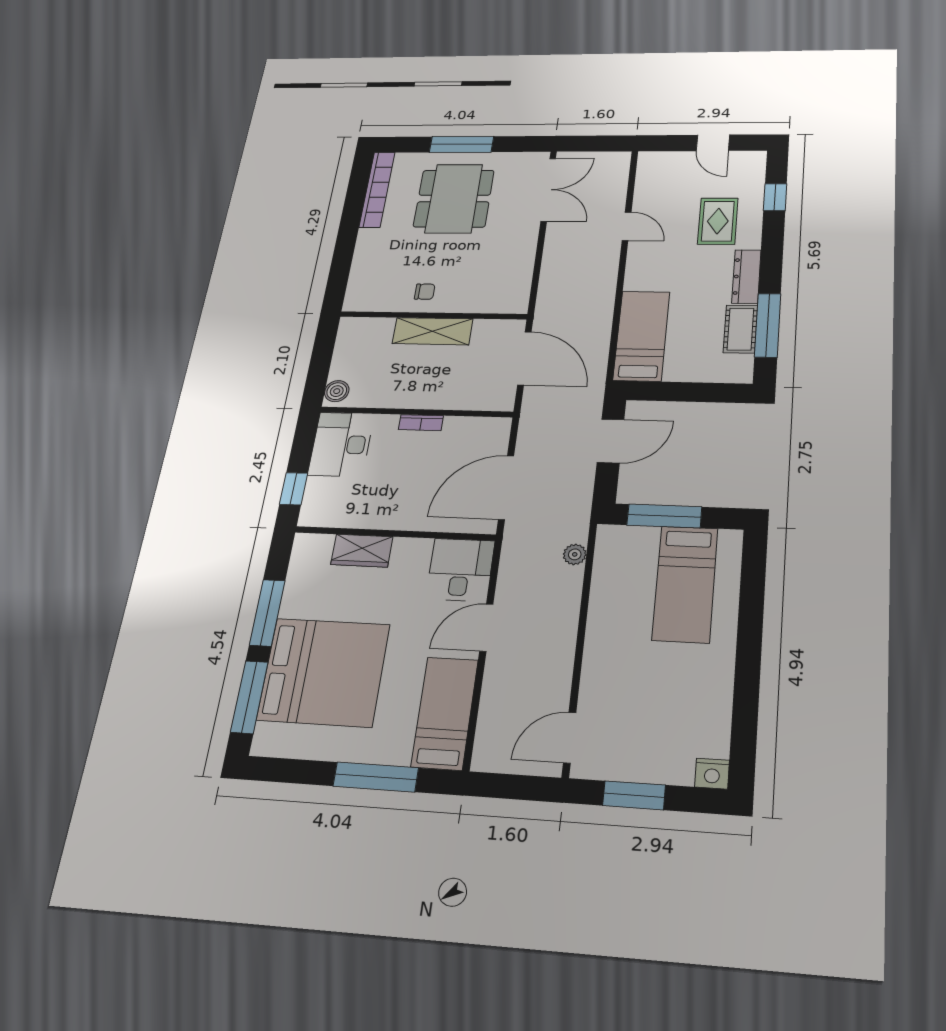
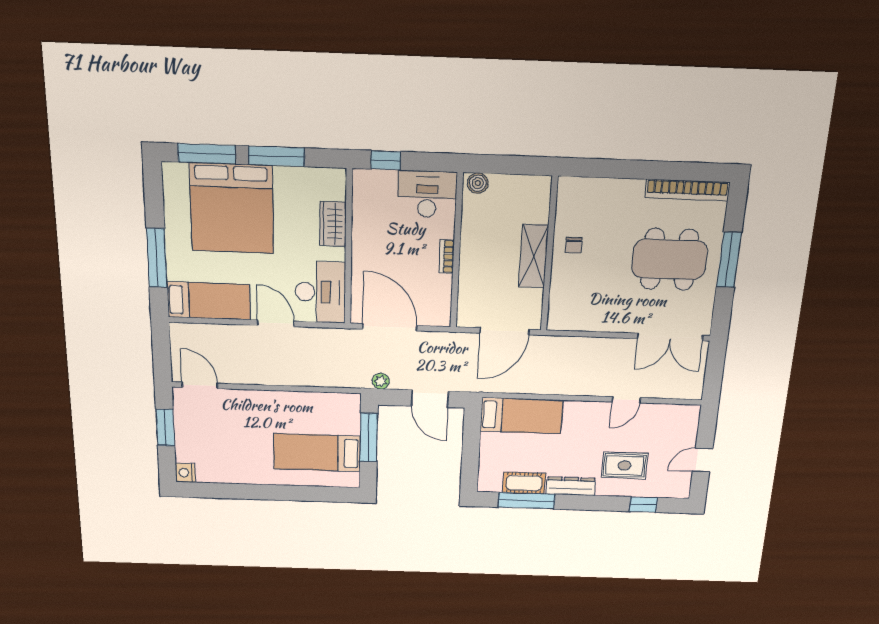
plant: (575, 554) -> (381, 381), moved
desk: (460, 570) -> (320, 292), width x1.37

